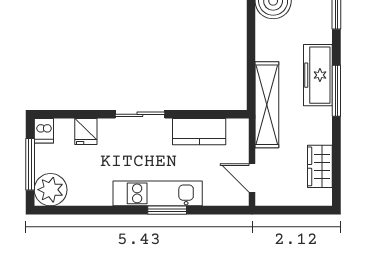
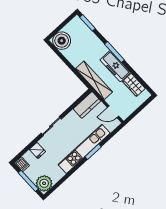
freezer: (318, 75) -> (115, 66), moved
kitchen counter: (199, 132) -> (87, 105), moved
kitchen unit: (158, 193) -> (84, 149), width x1.36

